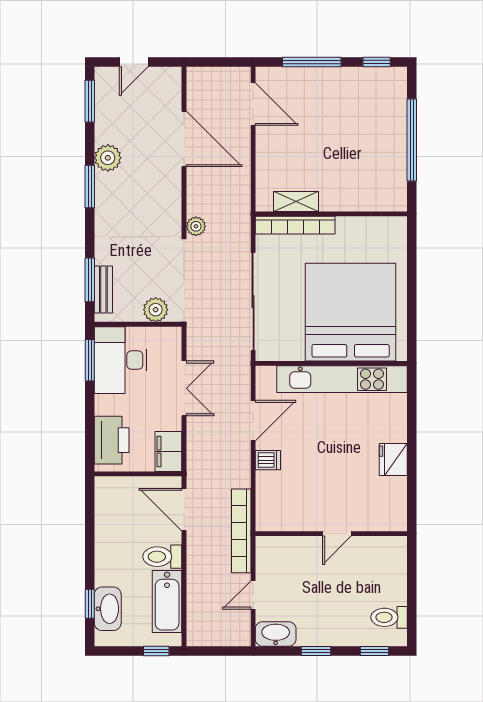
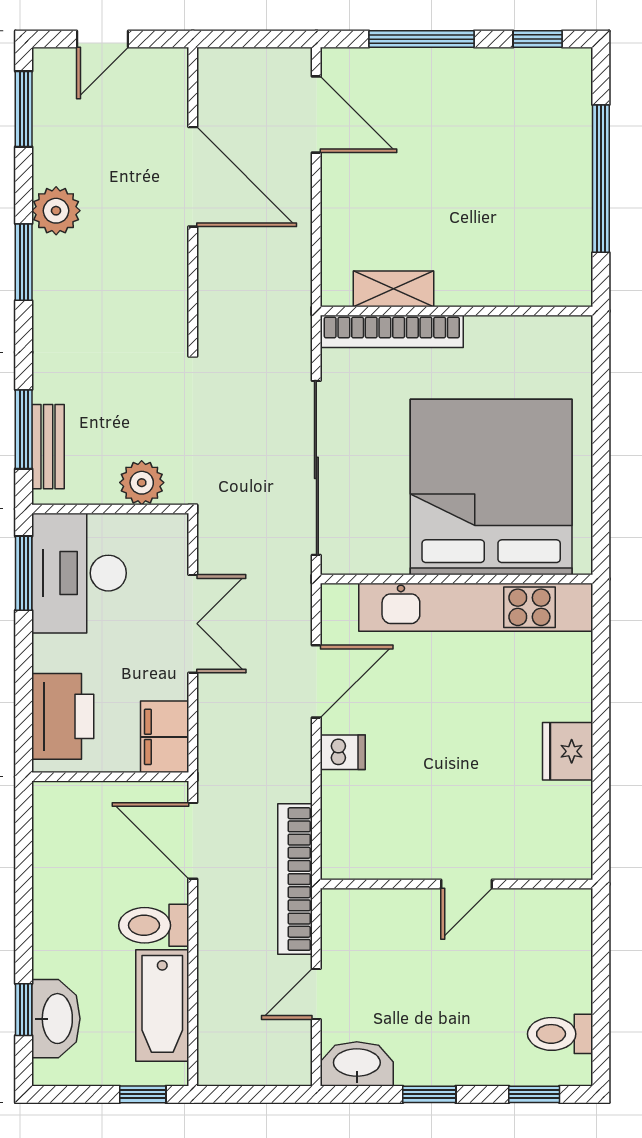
plant: (196, 226) -> (214, 333), removed

